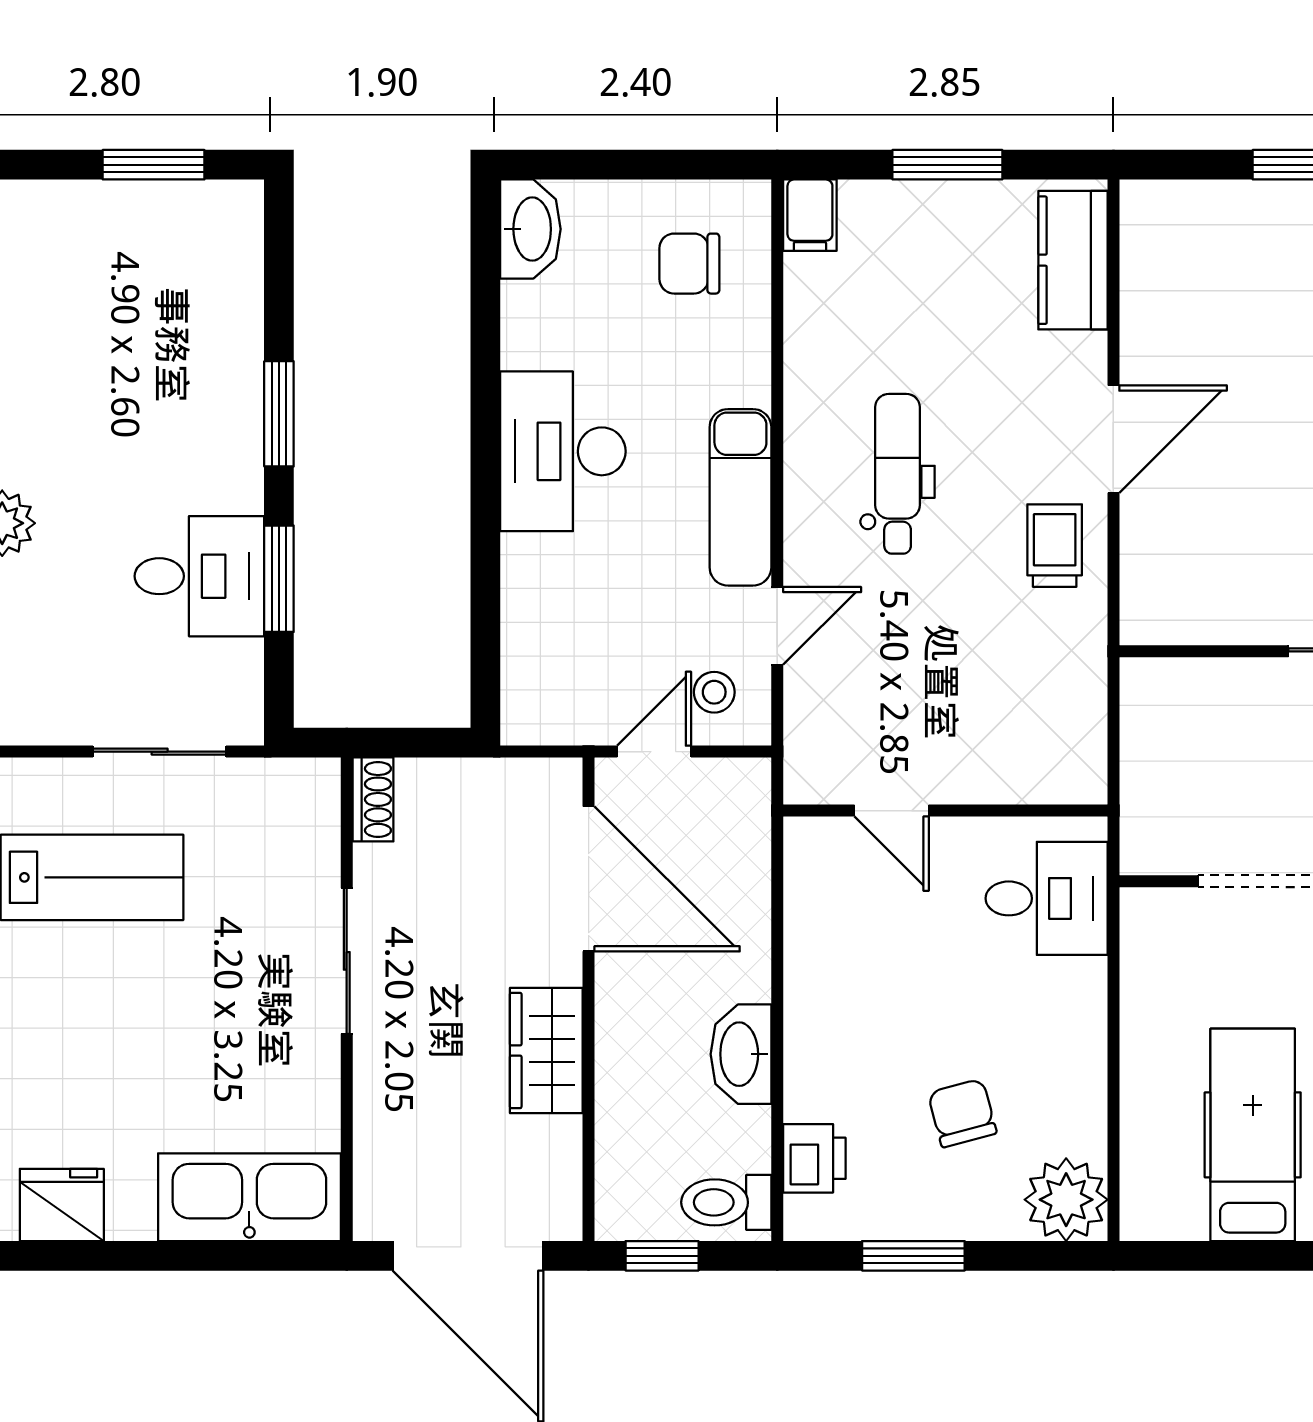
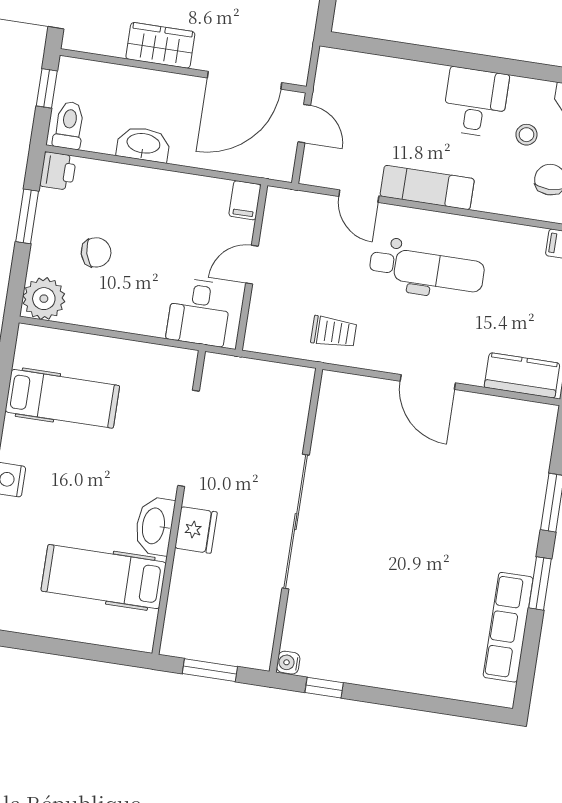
desk: (563, 451) -> (475, 102), width x0.73
dental chair: (898, 474) -> (427, 269), width x1.36, depth x1.38
trolley: (1055, 546) -> (334, 332), moved
stool: (714, 692) -> (526, 135), moved
door: (892, 811) -> (252, 265), moved
filing cabinet: (819, 843) -> (245, 200), added
printer: (814, 1158) -> (58, 171), moved, turned -90

